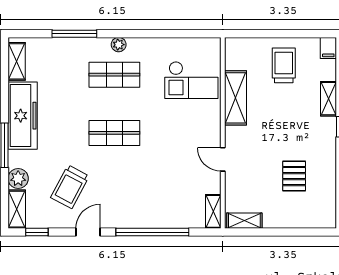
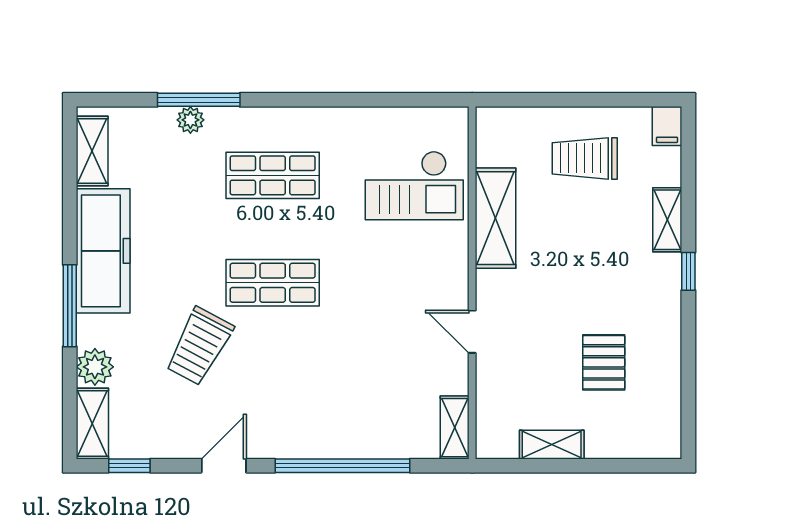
plant: (119, 45) -> (190, 120), moved
trolley: (284, 65) -> (585, 158), turned -90
trolley: (70, 187) -> (199, 346), moved
shelving: (244, 221) -> (552, 445), moved

